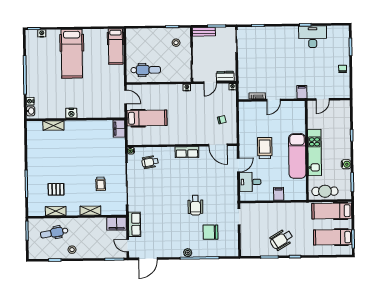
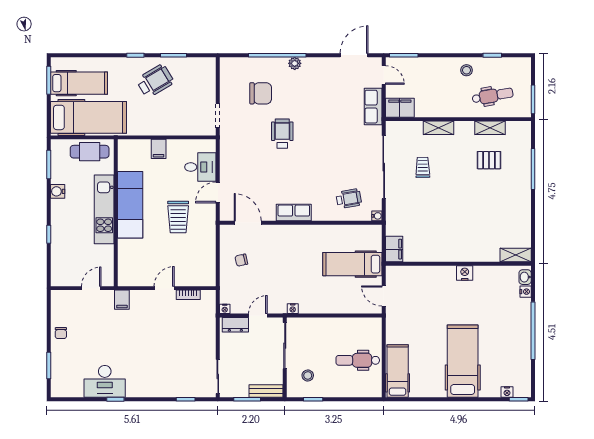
dental chair: (146, 70) -> (358, 360), moved
shelving: (53, 125) -> (516, 255), moved
hospital bed: (332, 211) -> (88, 117), width x1.37, depth x1.29

